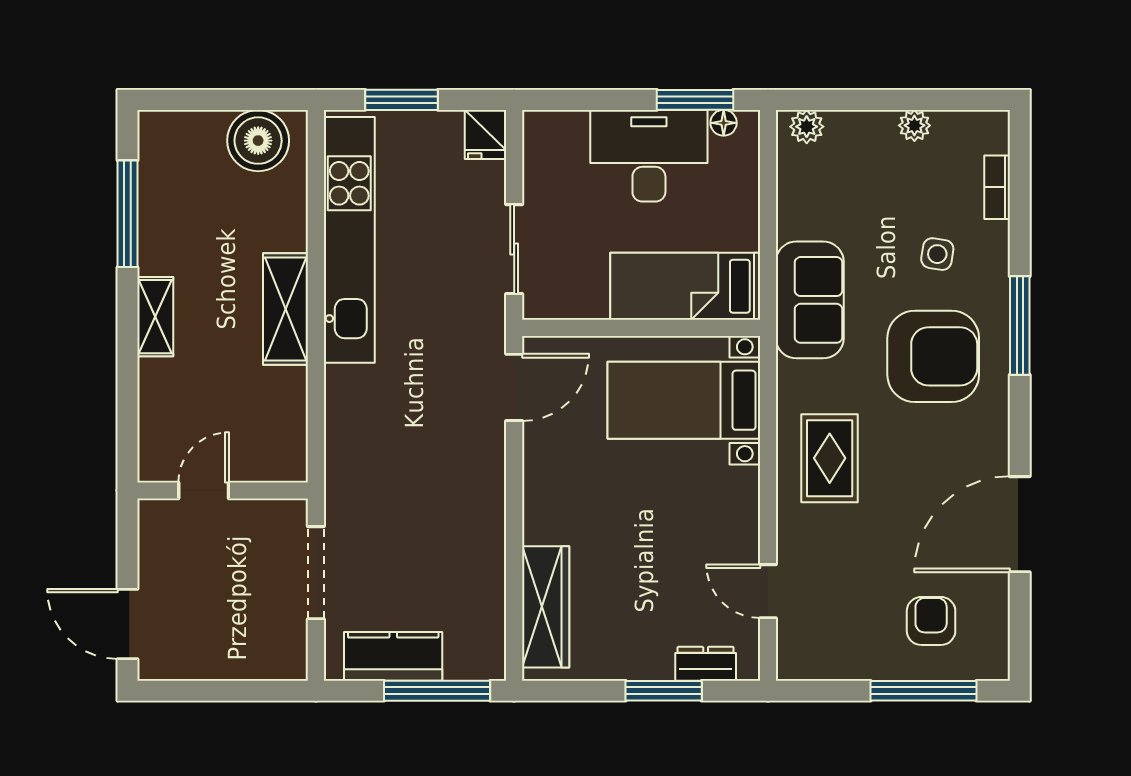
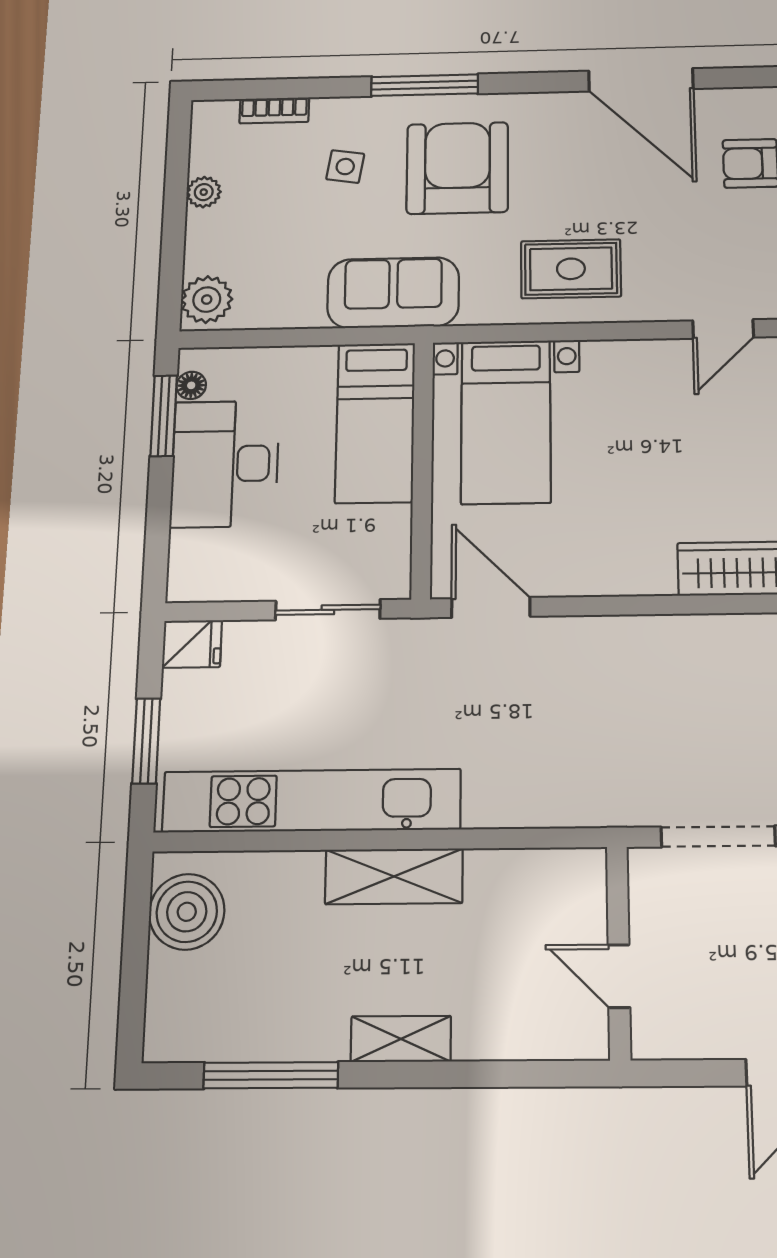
plant: (807, 127) -> (207, 300), width x1.38, depth x1.38

